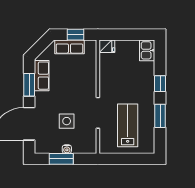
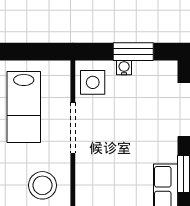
stool: (116, 78) -> (42, 185), added
side table: (67, 121) -> (93, 82), moved

